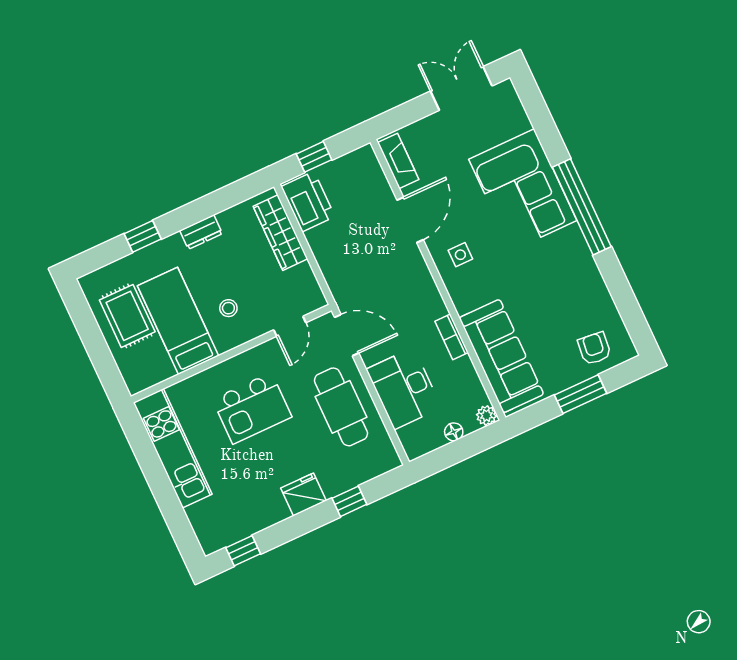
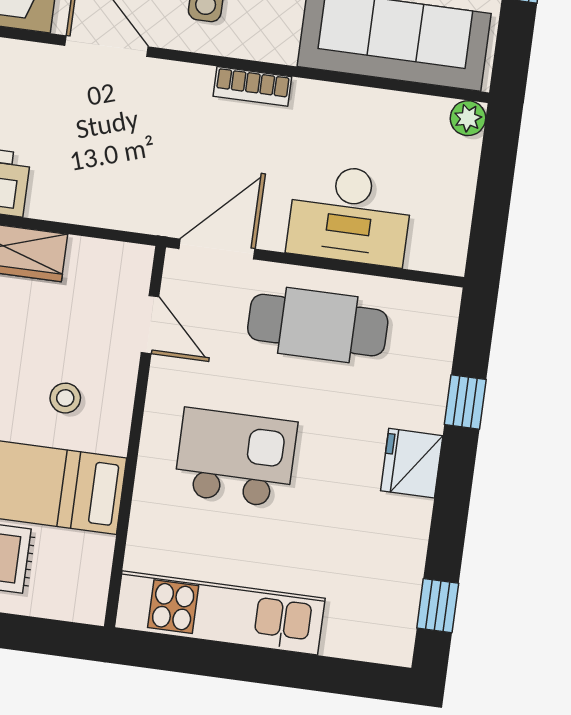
bookcase: (452, 337) -> (252, 86), moved
kitchen island: (252, 408) -> (236, 458), turned -90
floor lamp: (454, 432) -> (461, 182), removed

